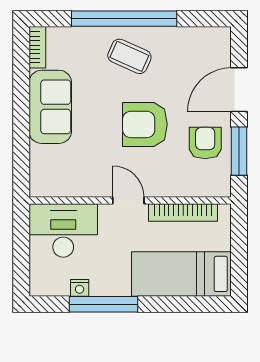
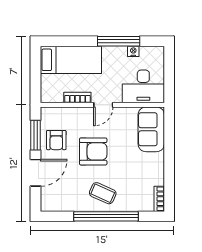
sofa: (50, 107) -> (151, 129), moved
door: (128, 200) -> (103, 105), hinge flipped
bookcase: (183, 212) -> (77, 98), width x0.64

